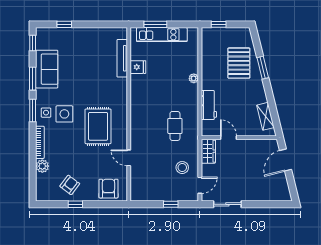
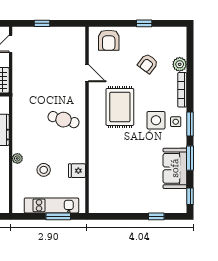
tv unit: (122, 58) -> (94, 180), removed
cafe table: (175, 126) -> (63, 120), moved, turned -74
stool: (182, 168) -> (44, 170), moved
armchair: (70, 185) -> (148, 64), moved

